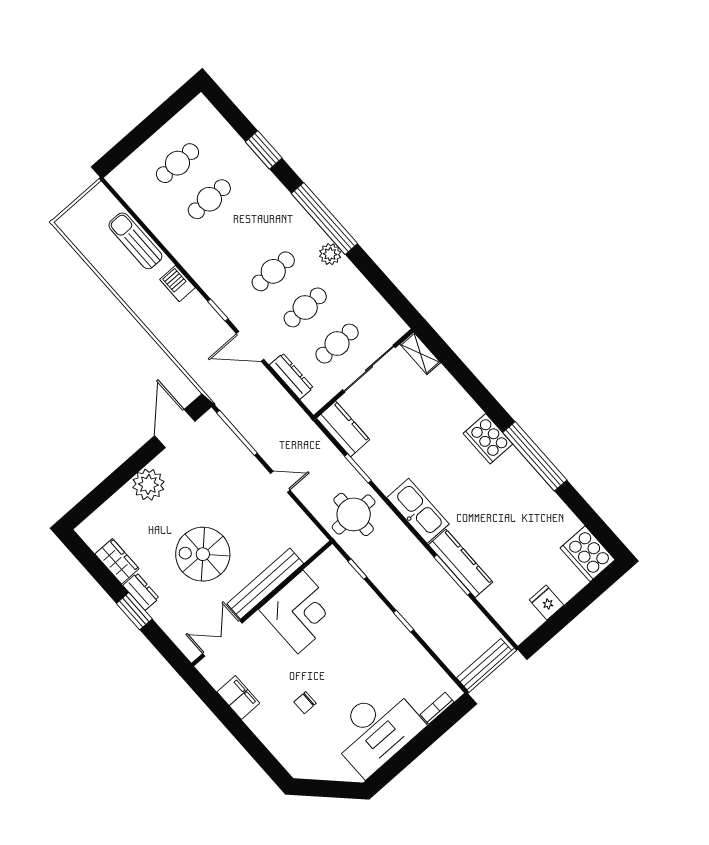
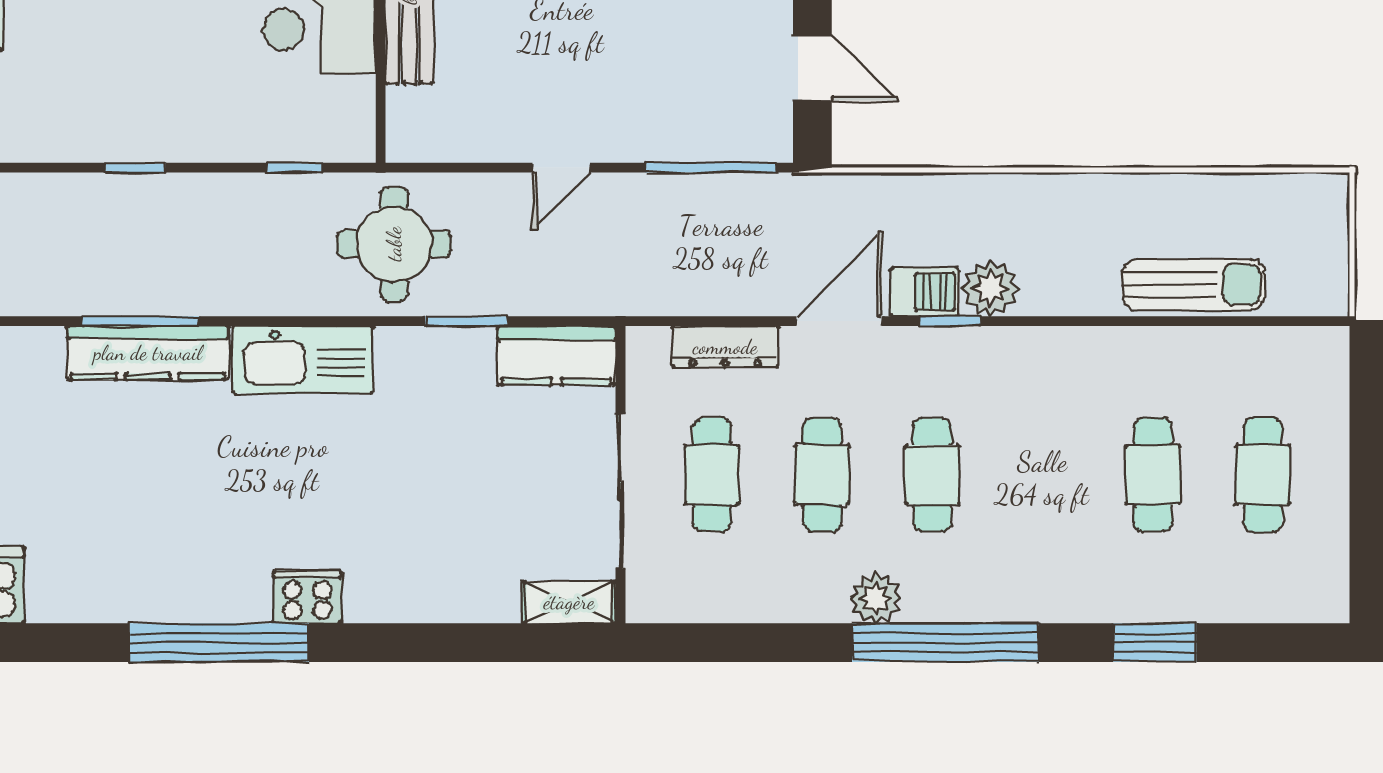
barbecue: (177, 284) -> (925, 292), moved
plant: (195, 306) -> (991, 288), added
door: (175, 429) -> (812, 68), width x0.73
cooker: (488, 439) -> (307, 597), width x0.73, depth x0.76

